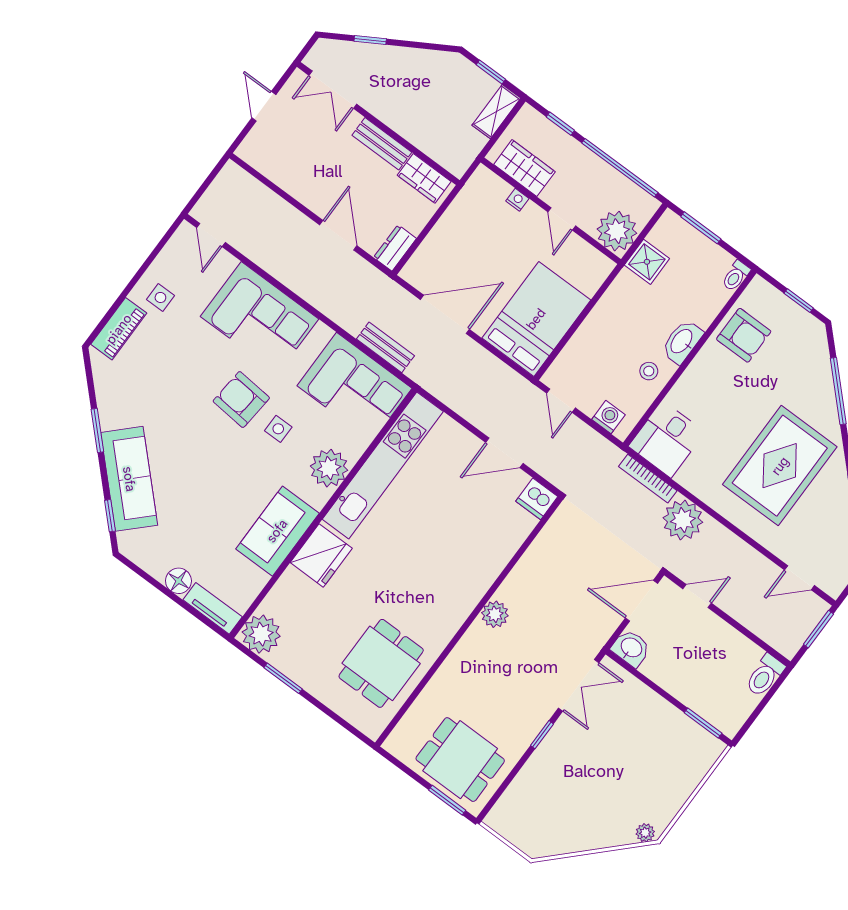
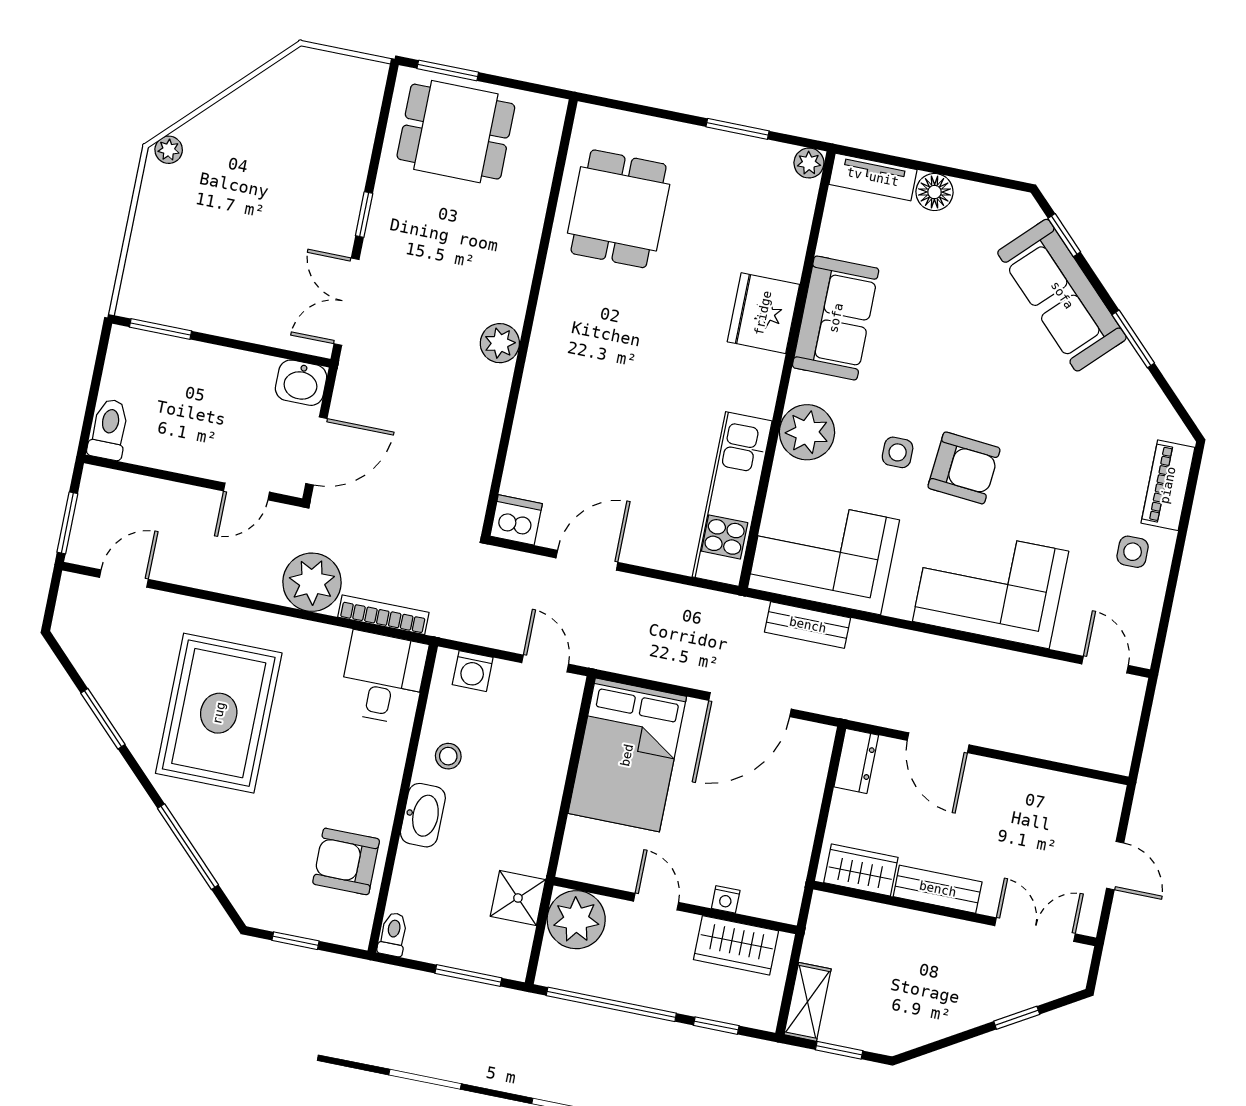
kitchen unit: (383, 465) -> (732, 499), width x0.73
plant: (261, 634) -> (809, 163), width x0.53, depth x0.53

